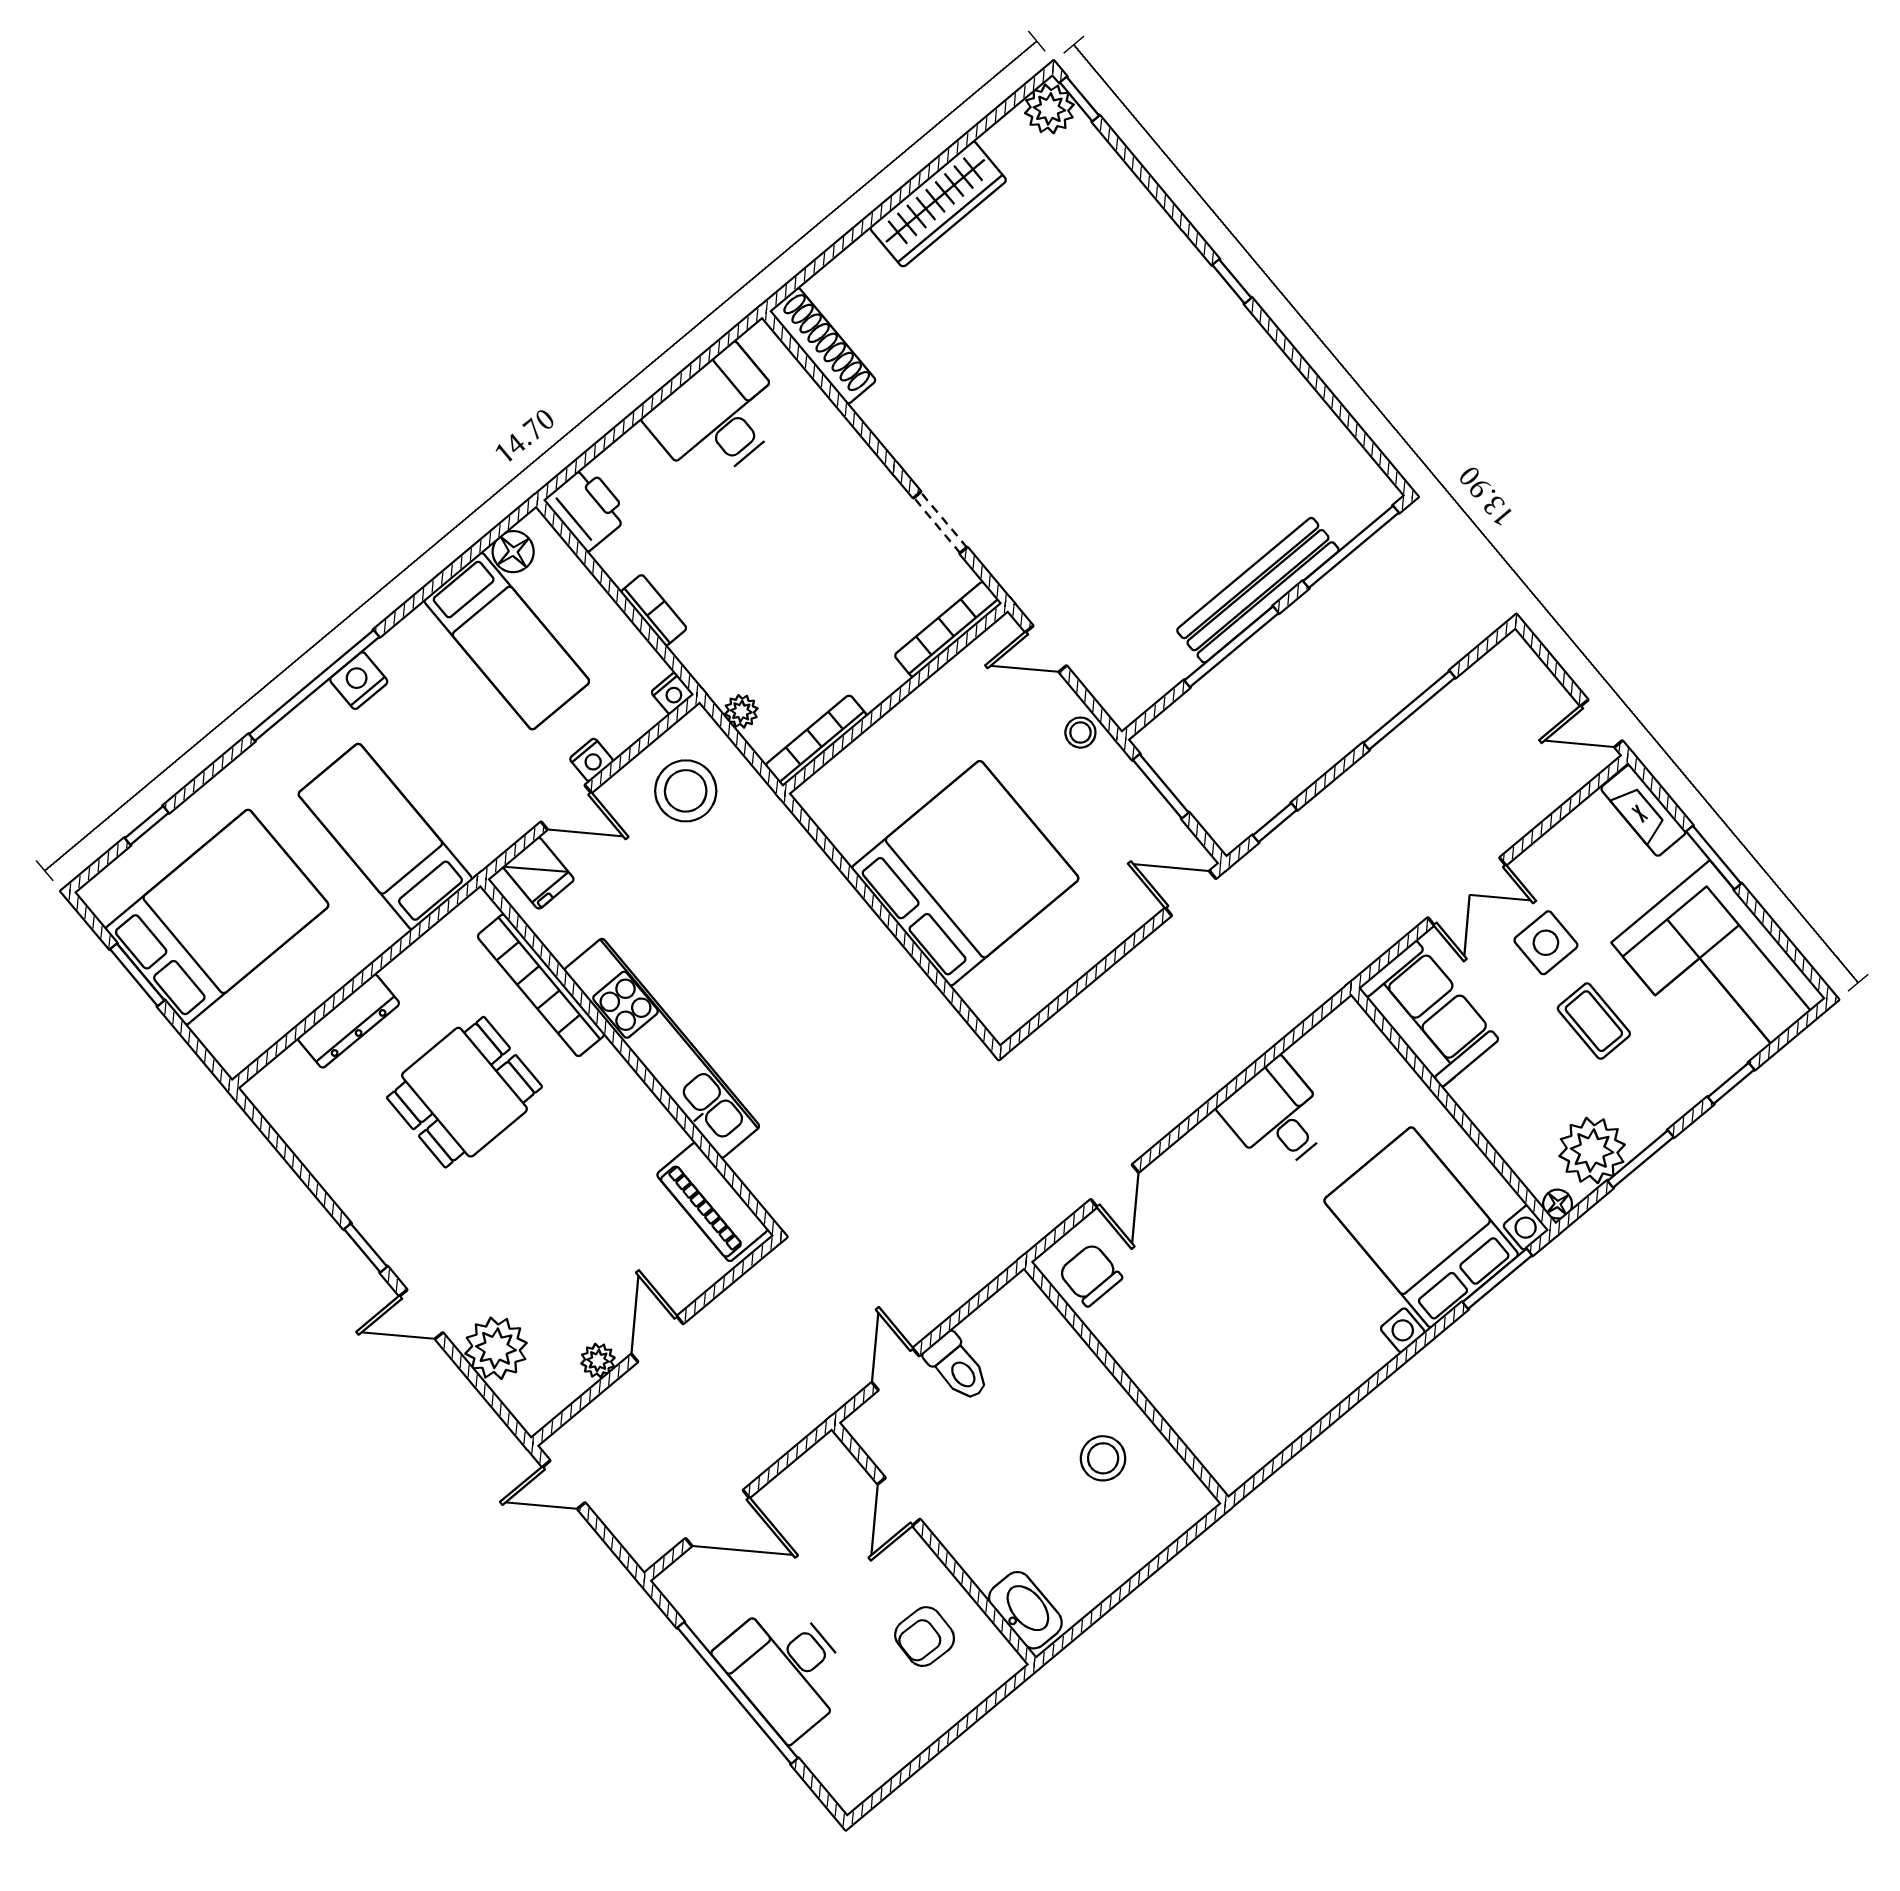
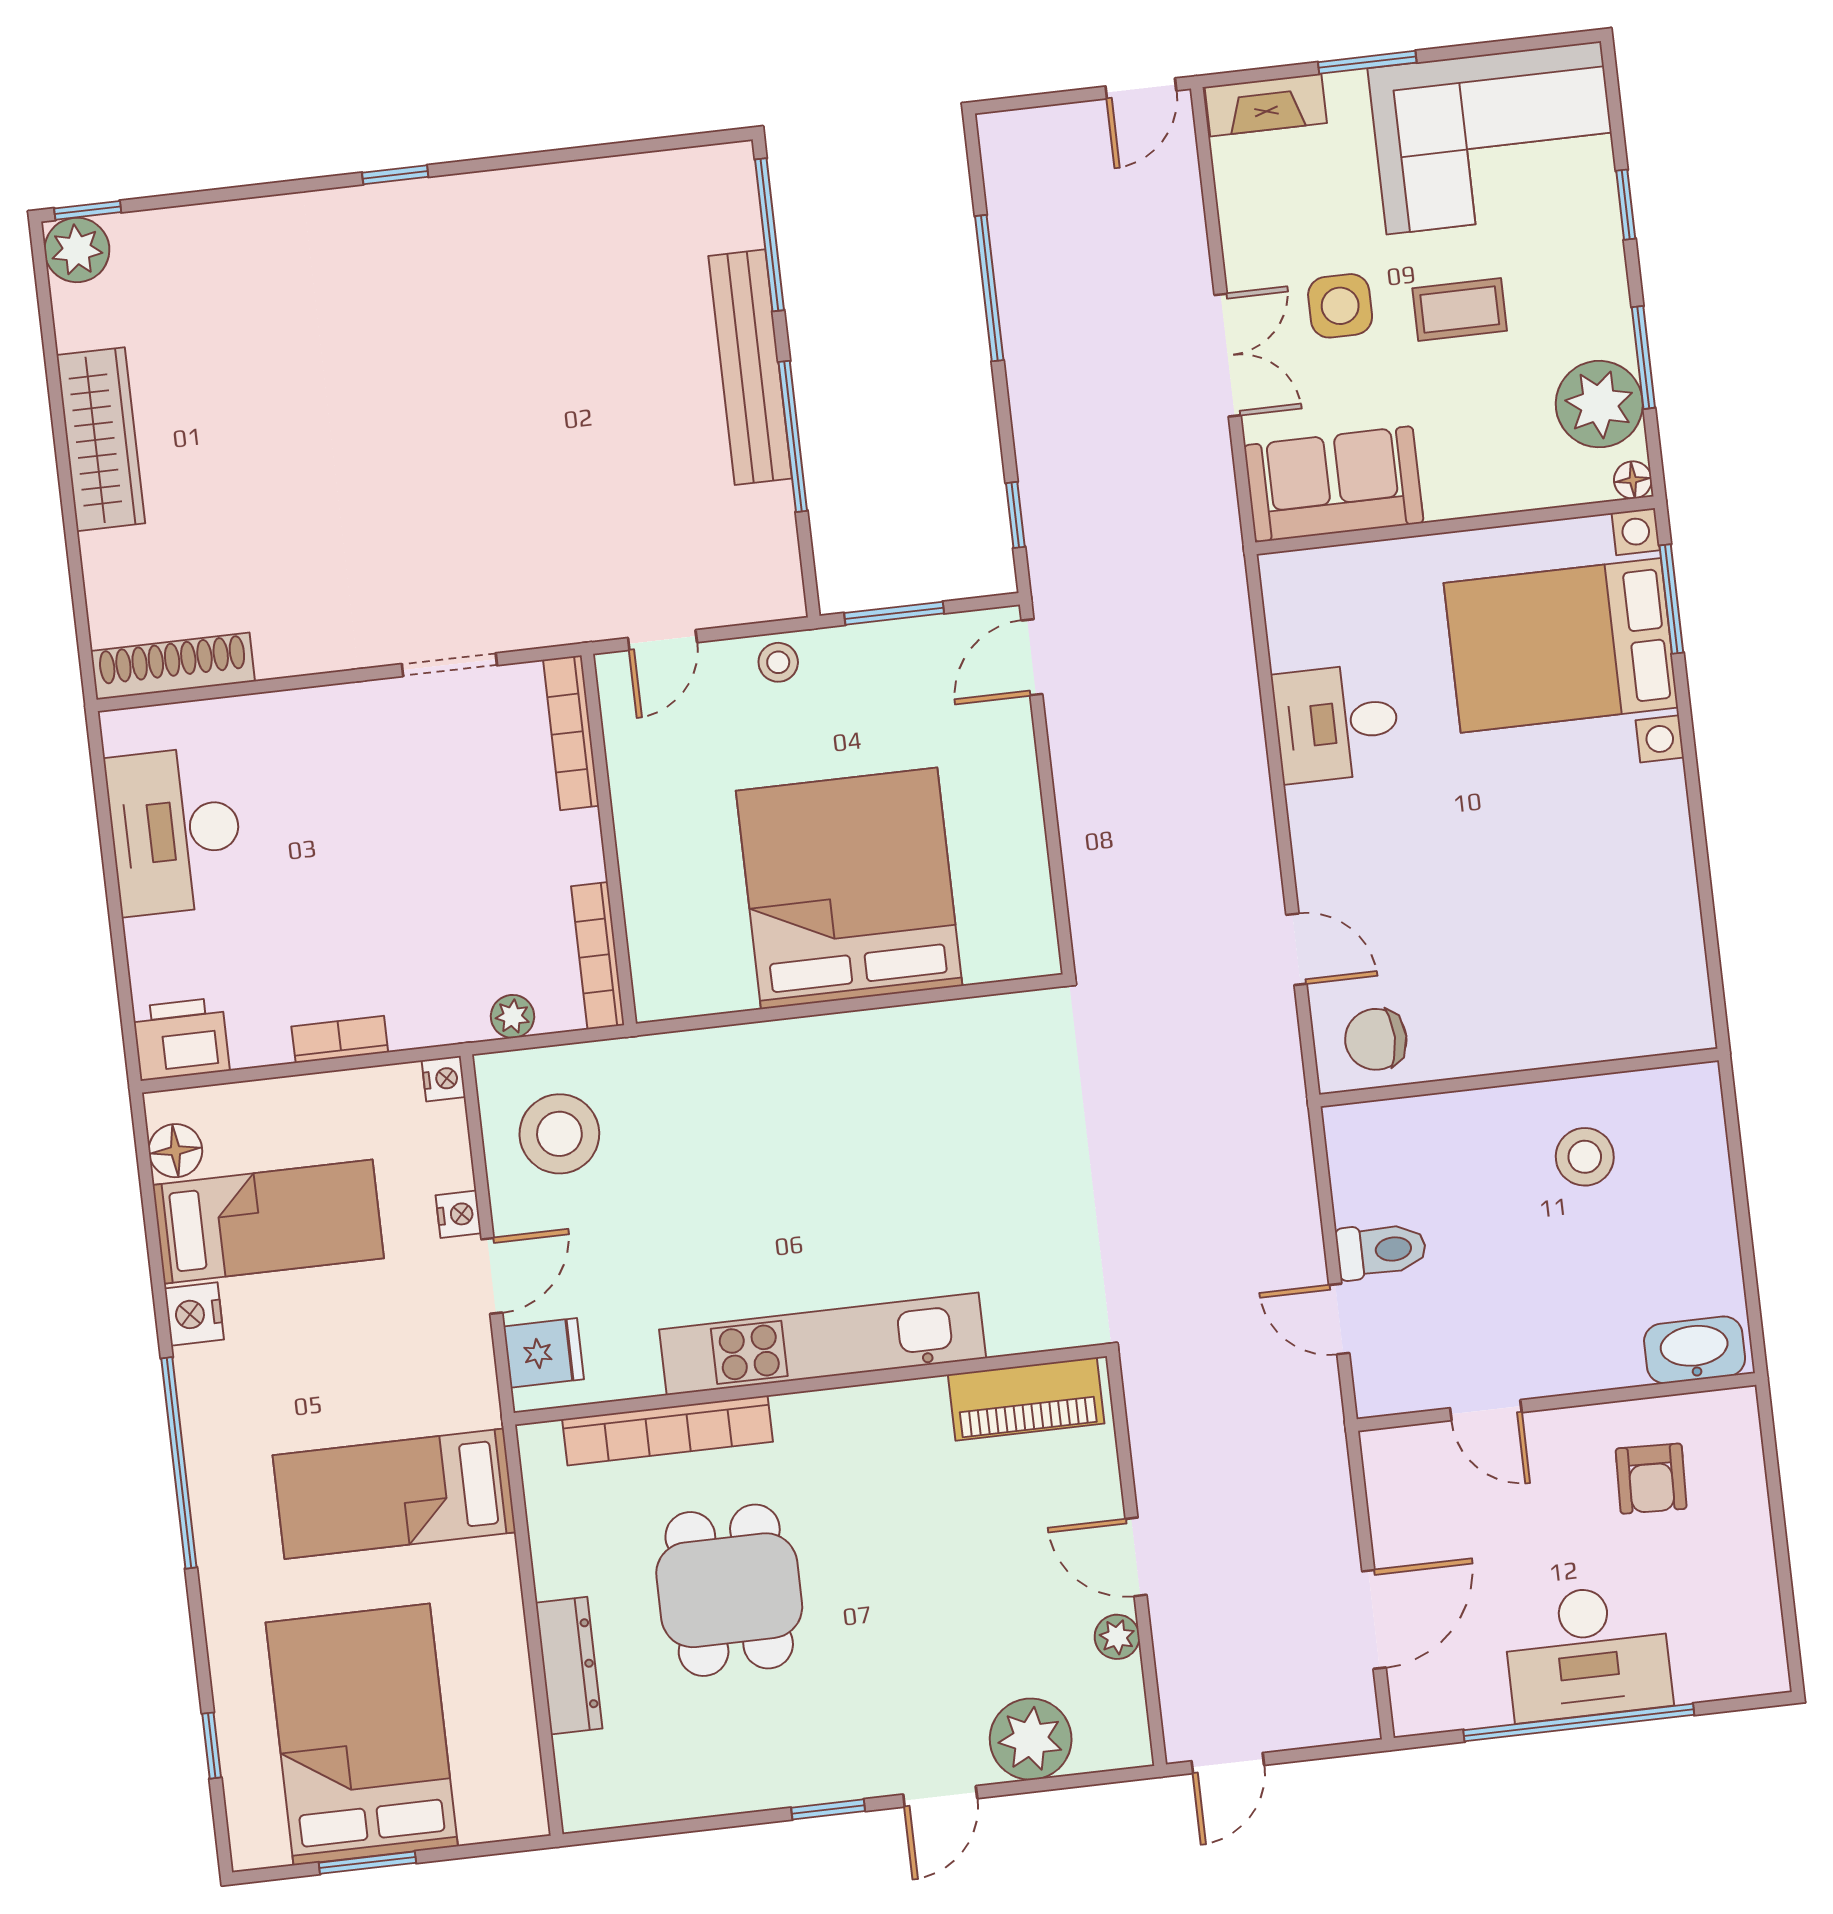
nightstand: (359, 681) -> (194, 1314), moved

